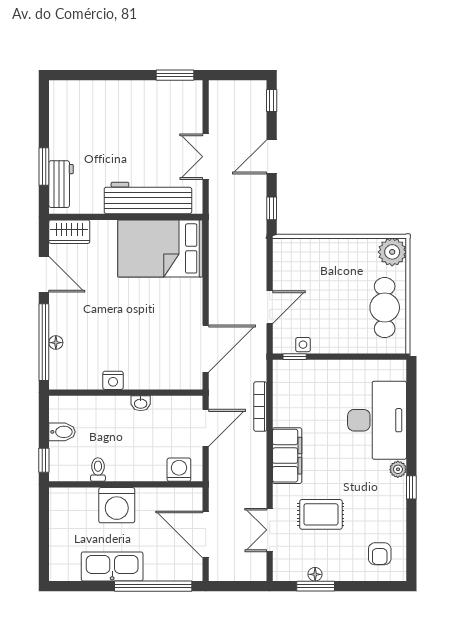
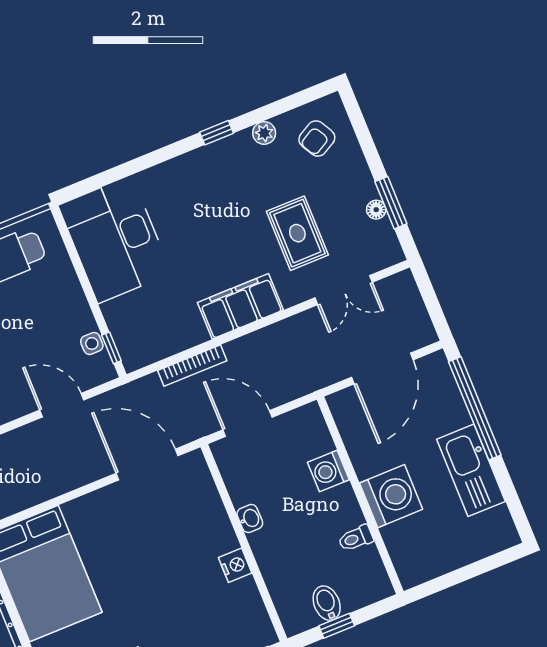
desk: (377, 420) -> (115, 239), moved, turned -90
window: (44, 460) -> (337, 626), moved
plant: (398, 469) -> (264, 133), moved
washing machine: (179, 470) -> (328, 471), moved
armchair: (380, 554) -> (317, 138), turned 151

